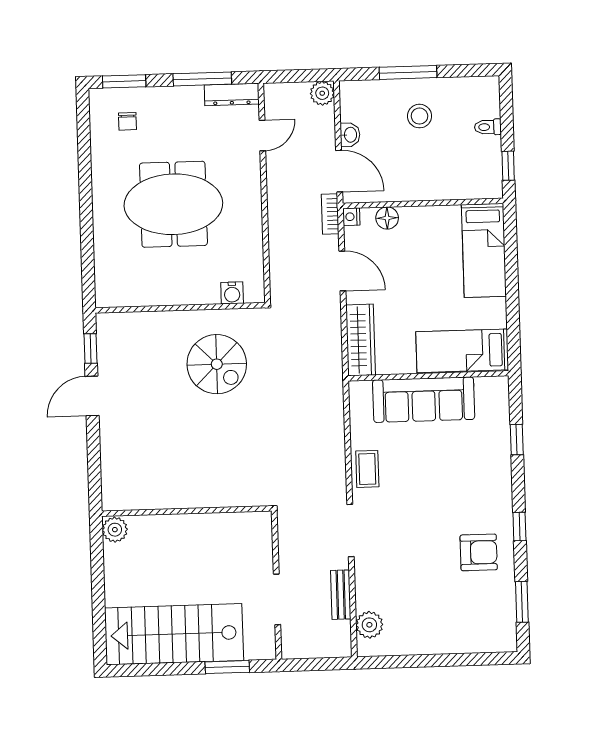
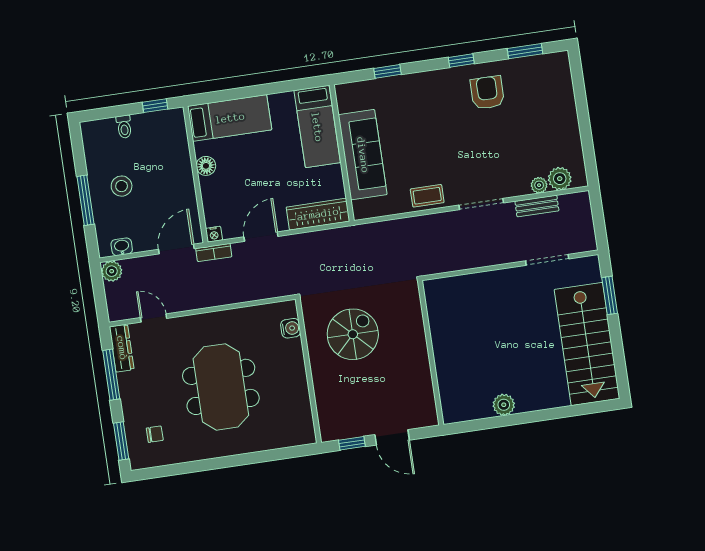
washbasin: (350, 135) -> (122, 247), moved
floor lamp: (387, 218) -> (206, 166), moved
wall: (187, 511) -> (431, 353), moved
plant: (365, 600) -> (539, 185), added

